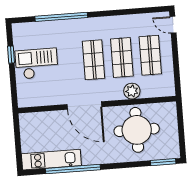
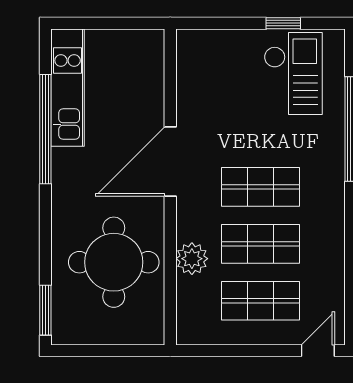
checkout: (37, 64) -> (293, 74), moved

